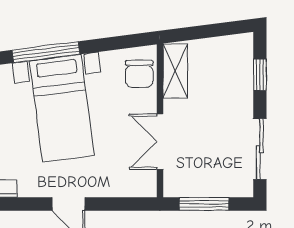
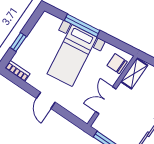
chair: (139, 74) -> (117, 64), turned 90

